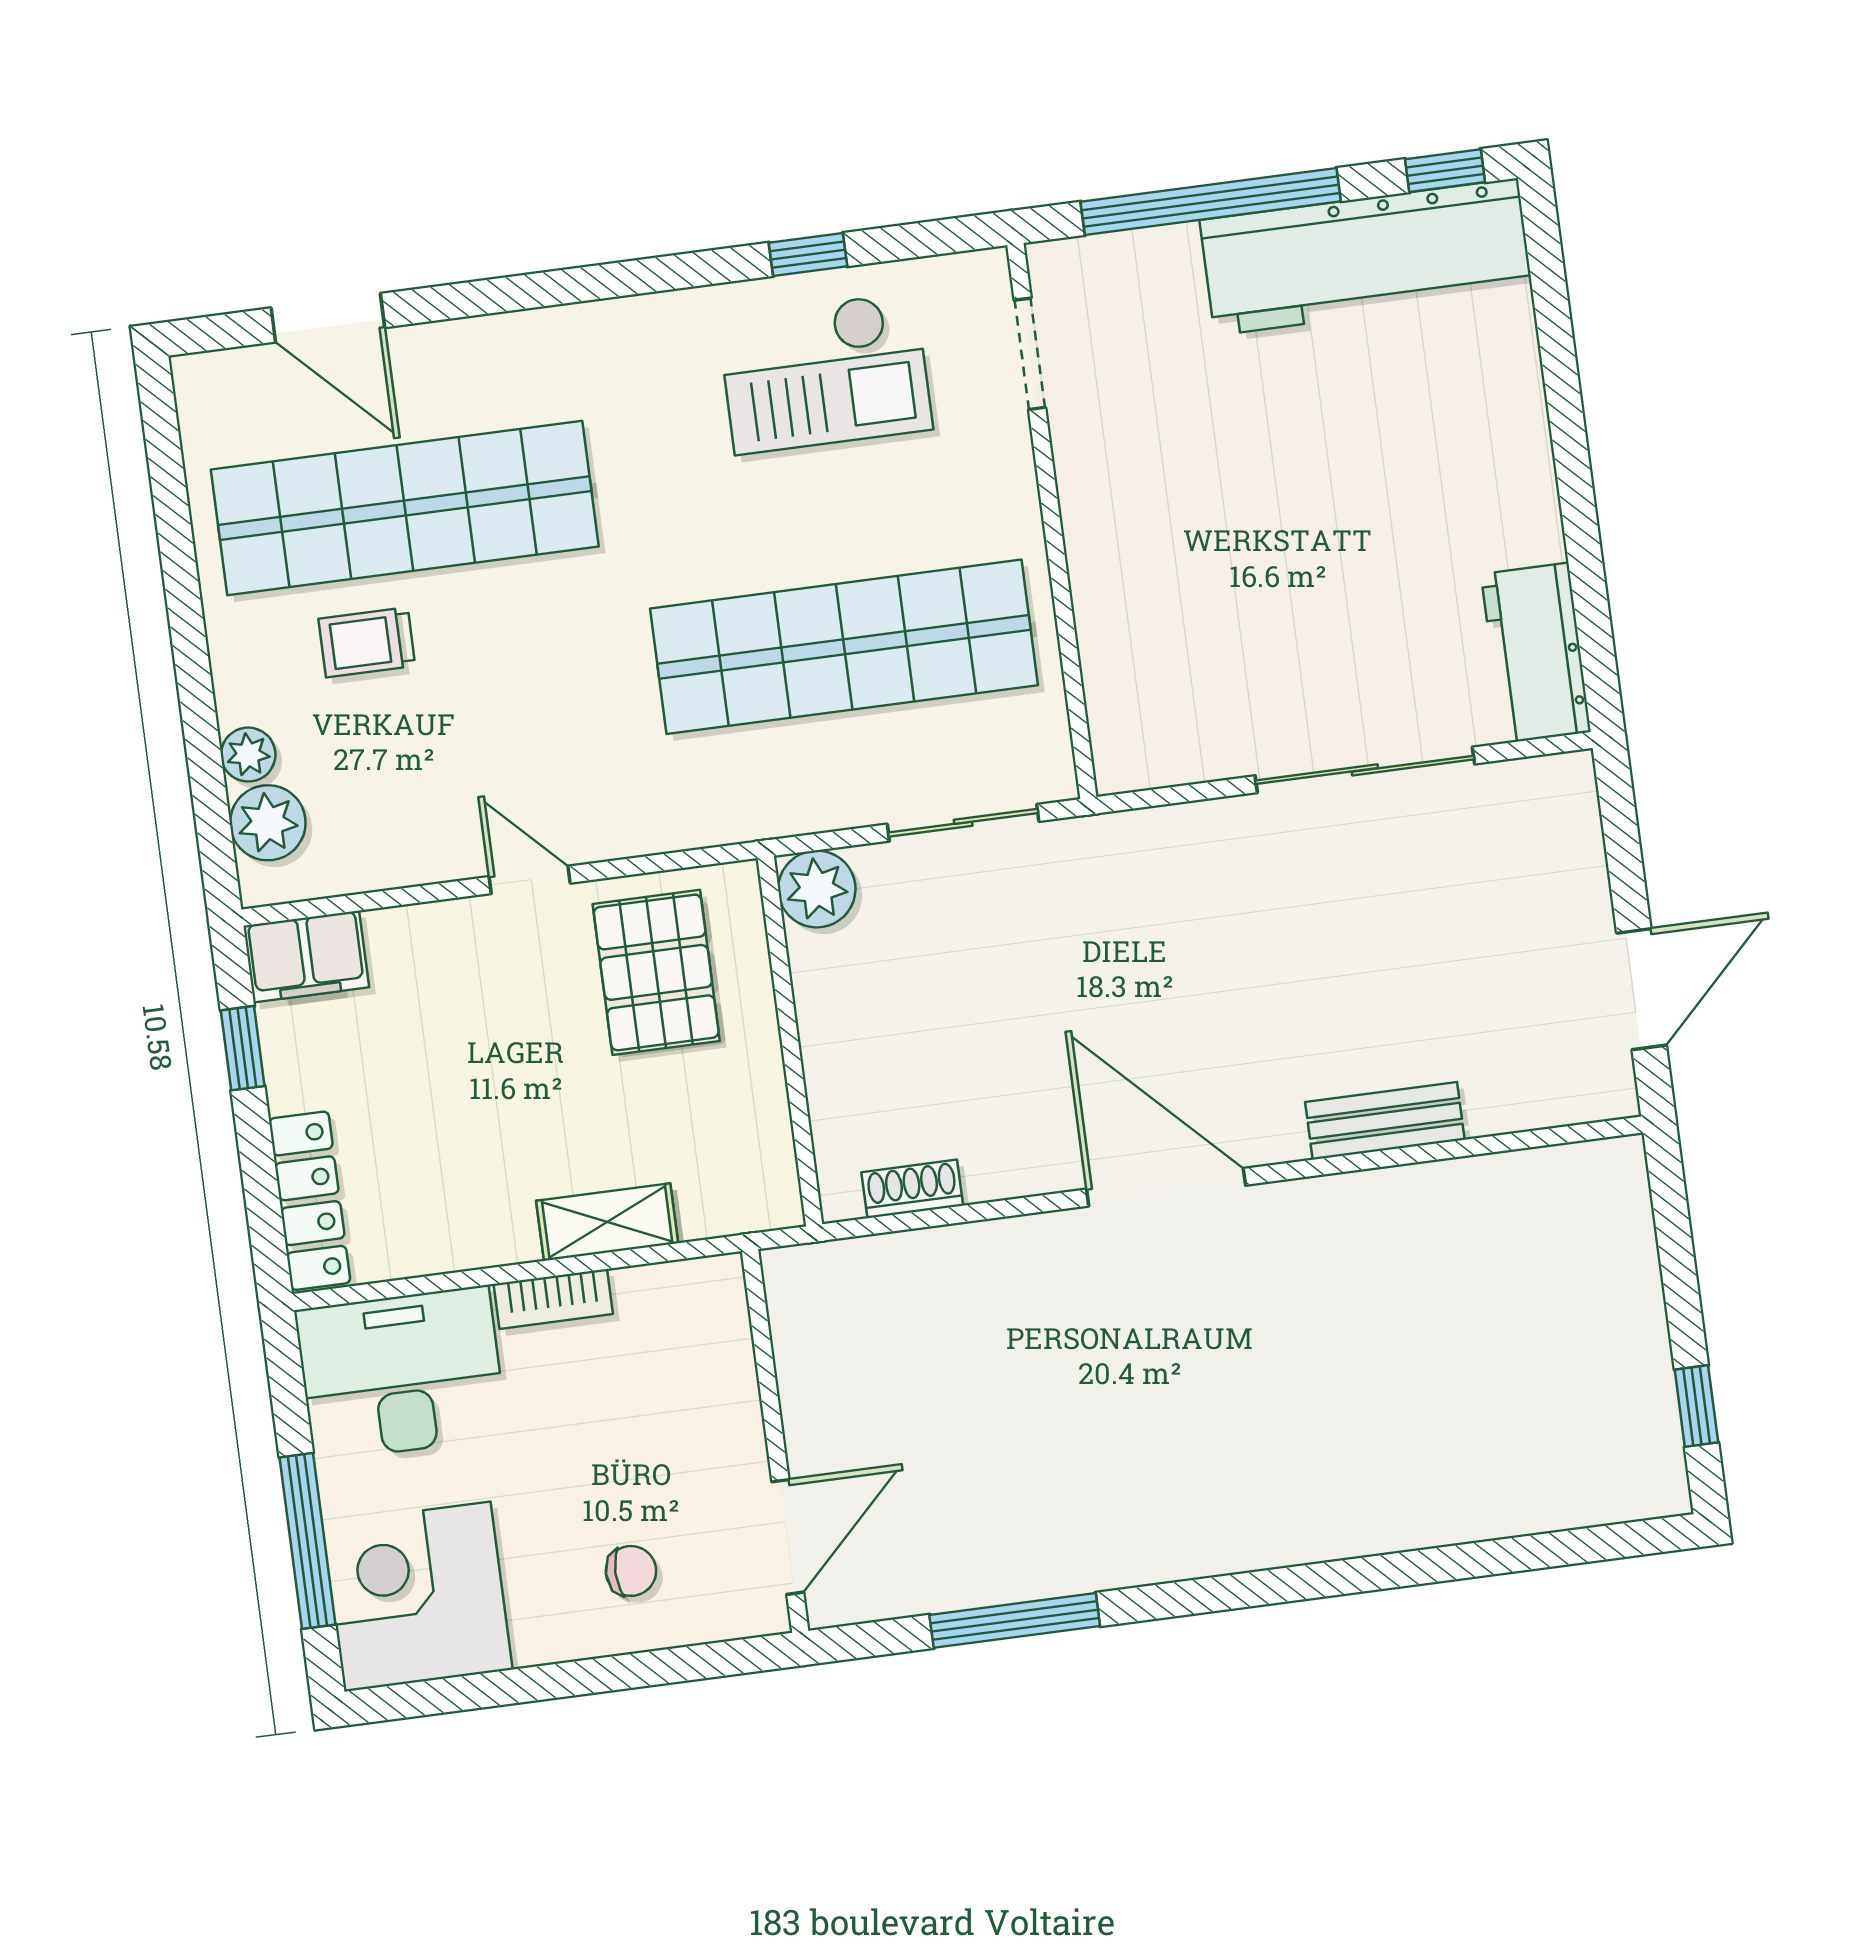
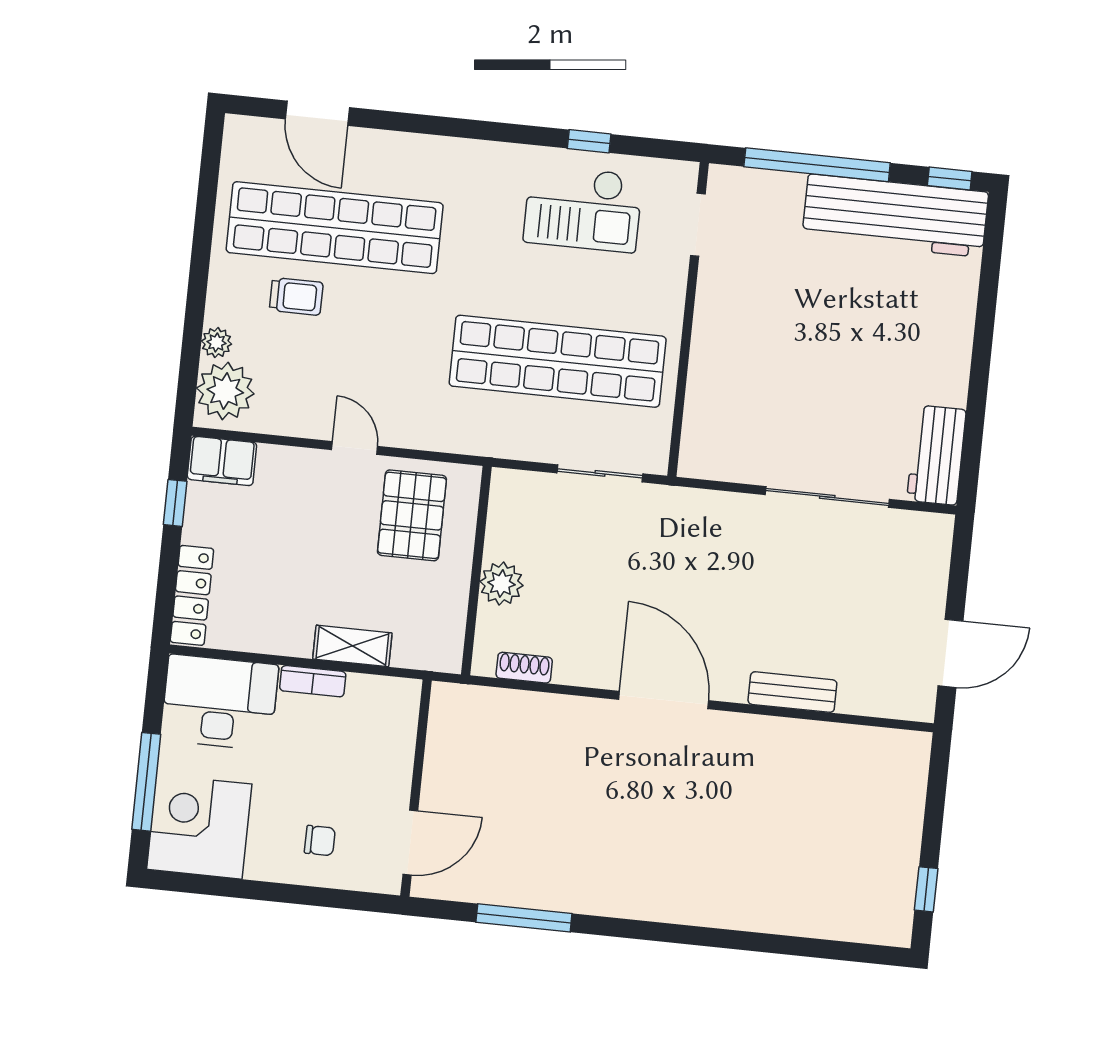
trolley: (367, 642) -> (296, 296), turned 180
plant: (268, 823) -> (225, 391), width x1.36, depth x1.36
plant: (817, 889) -> (501, 584), moved

